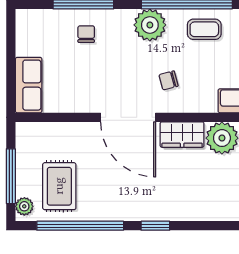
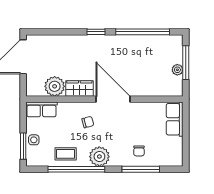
rug: (59, 186) -> (156, 56), removed
plant: (24, 206) -> (177, 70), moved

